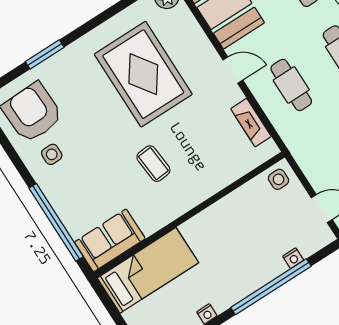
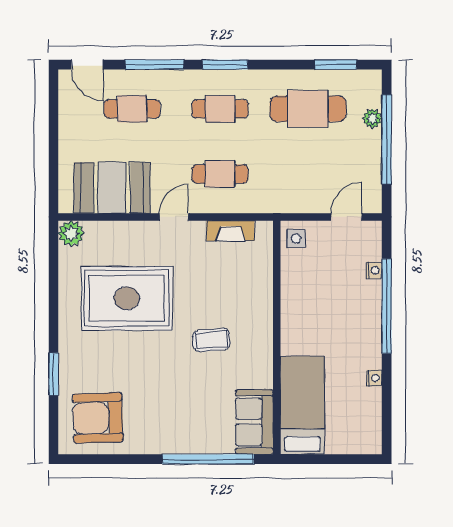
side table: (52, 154) -> (146, 424), removed

